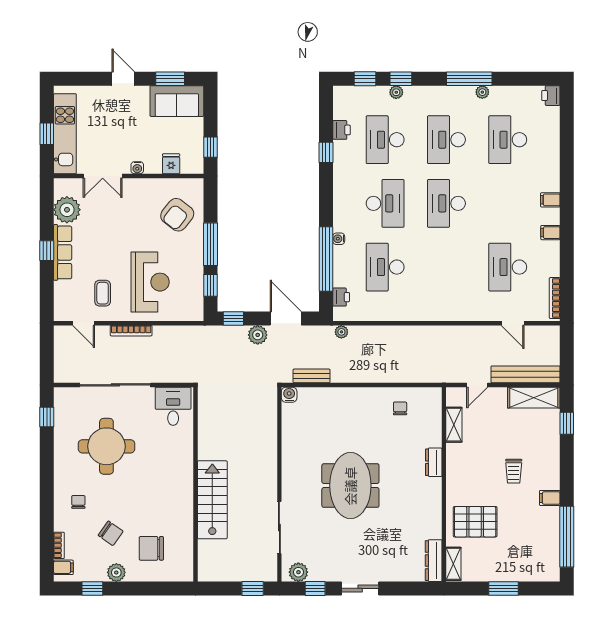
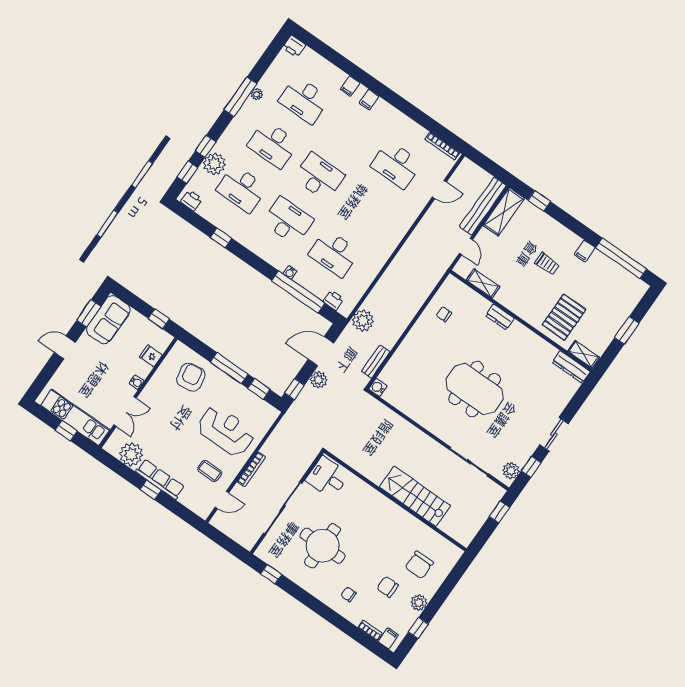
plant: (396, 92) -> (214, 164), width x1.87, depth x1.87
printer: (342, 130) -> (191, 200), moved
desk: (446, 203) -> (319, 177), turned 180
armchair: (177, 215) -> (191, 377), turned -138
filing cabinet: (550, 233) -> (350, 86), moved
plant: (341, 332) -> (363, 321), width x1.87, depth x1.87
chair: (111, 533) -> (388, 587), turned -125

